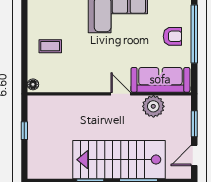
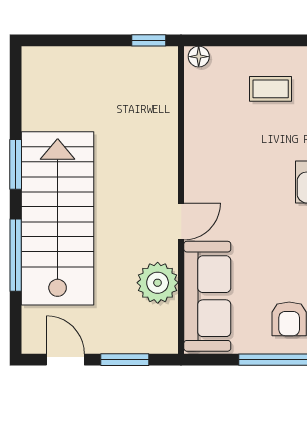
coffee table: (50, 46) -> (271, 89), turned 90
window: (24, 131) -> (149, 40), moved

